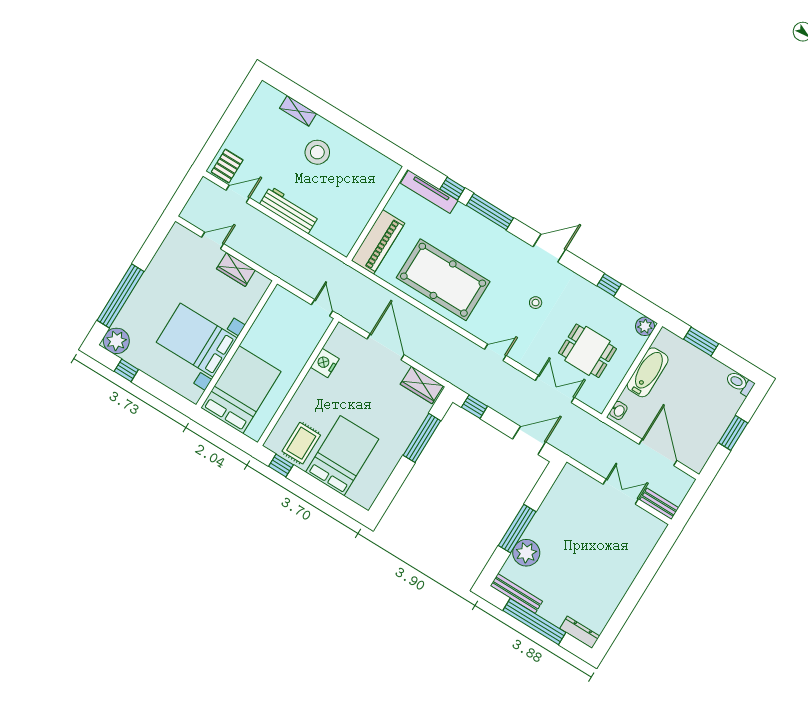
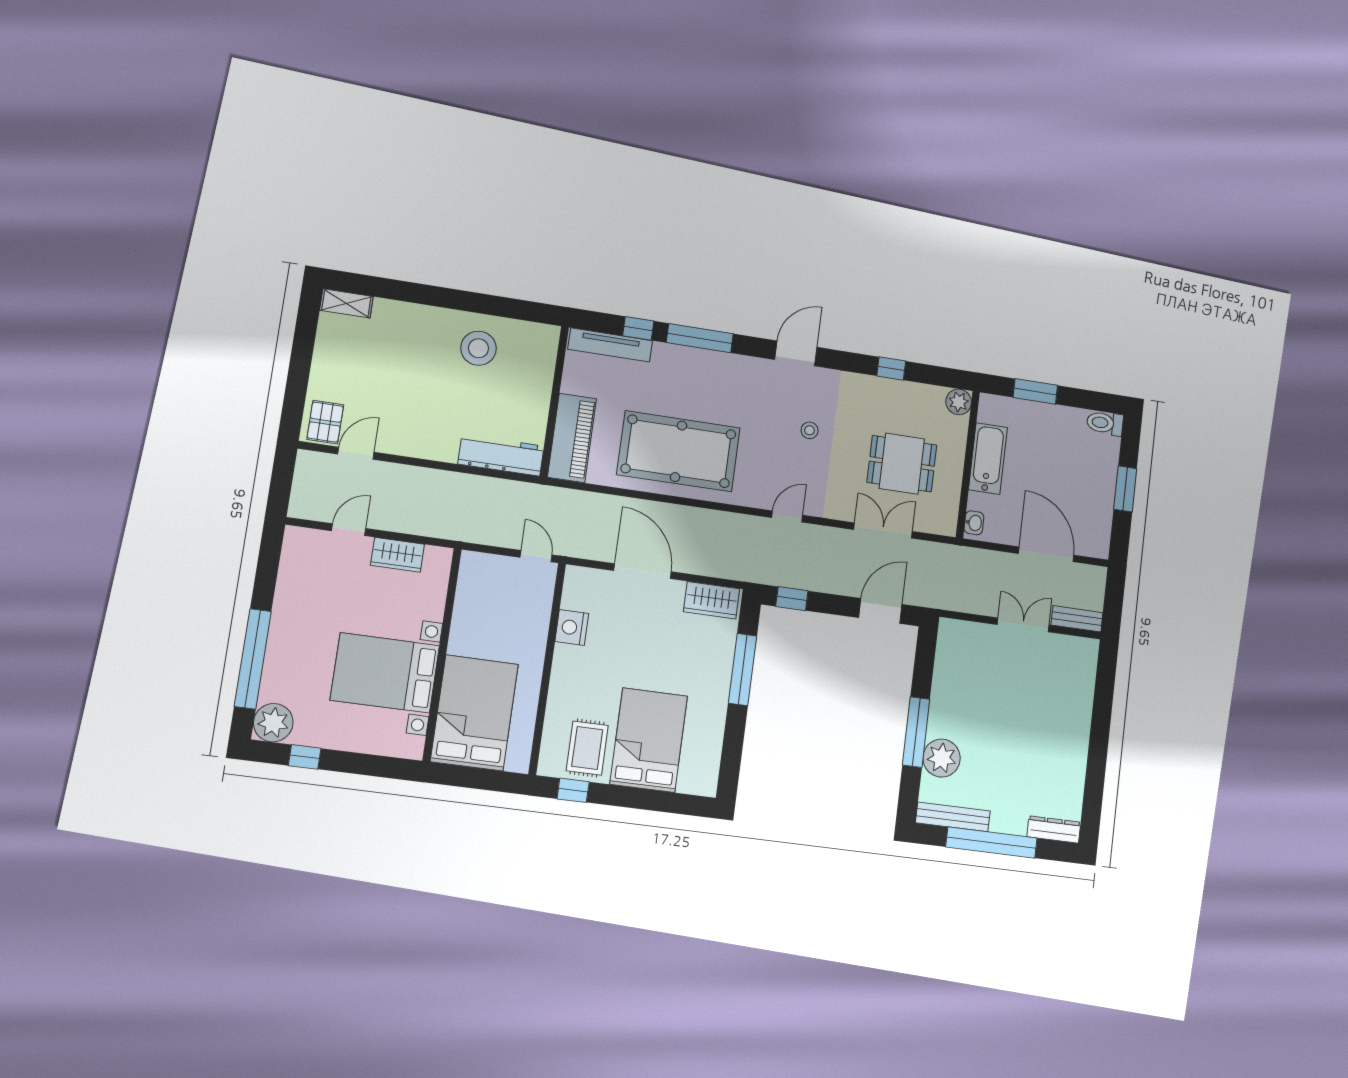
shelving: (298, 111) -> (346, 303), moved
stool: (317, 152) -> (478, 348), moved
workbench: (289, 210) -> (501, 455), moved

